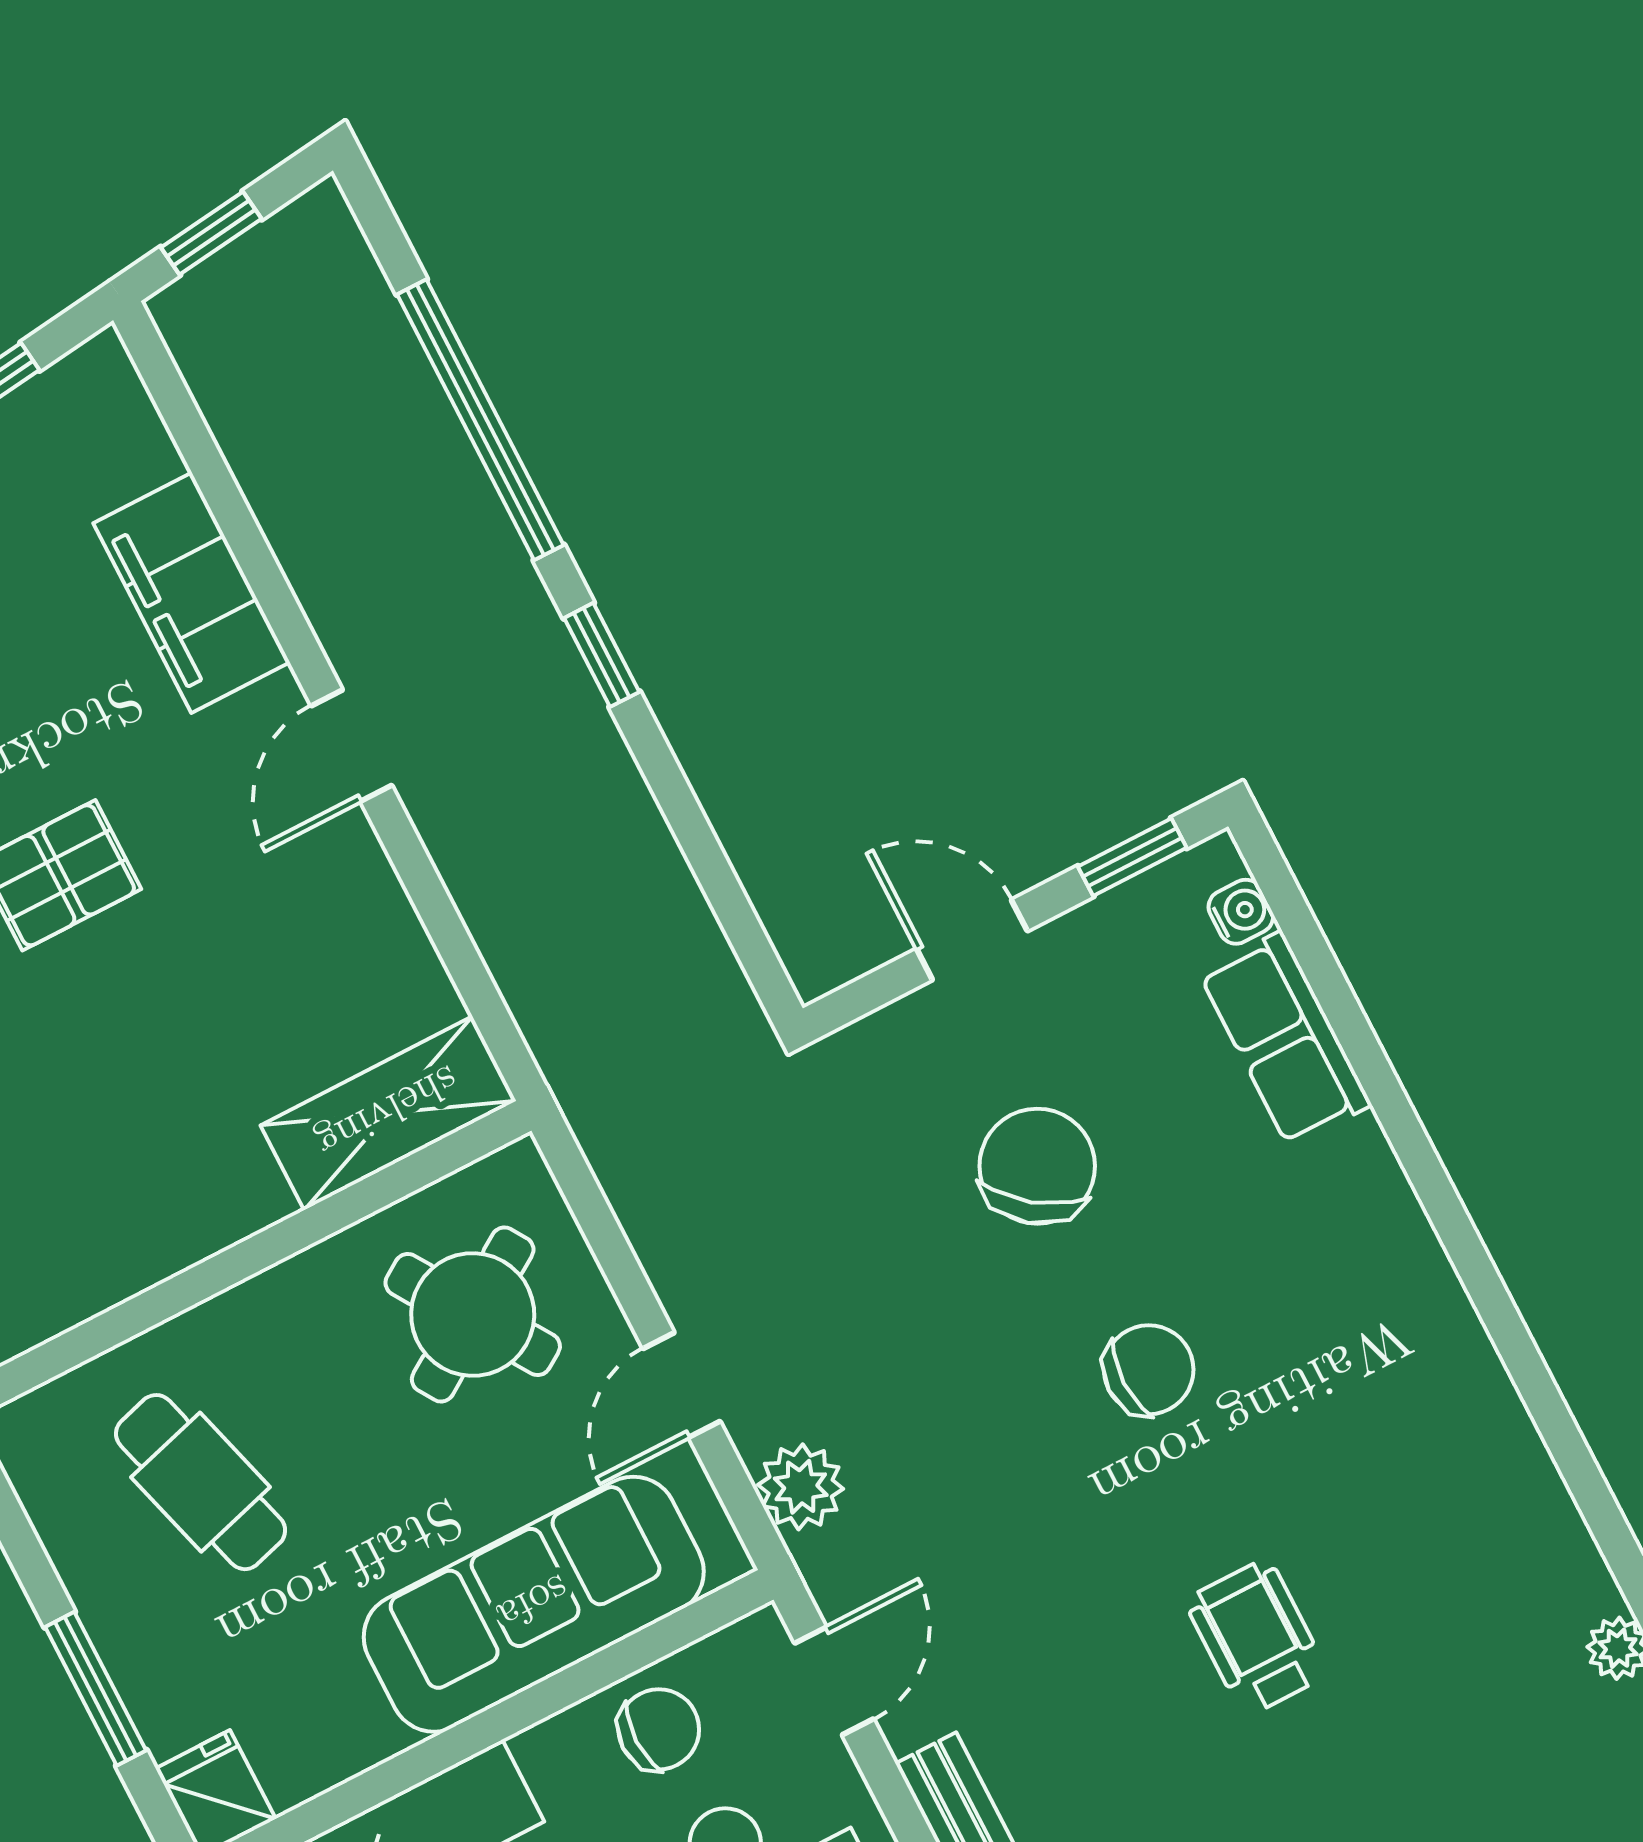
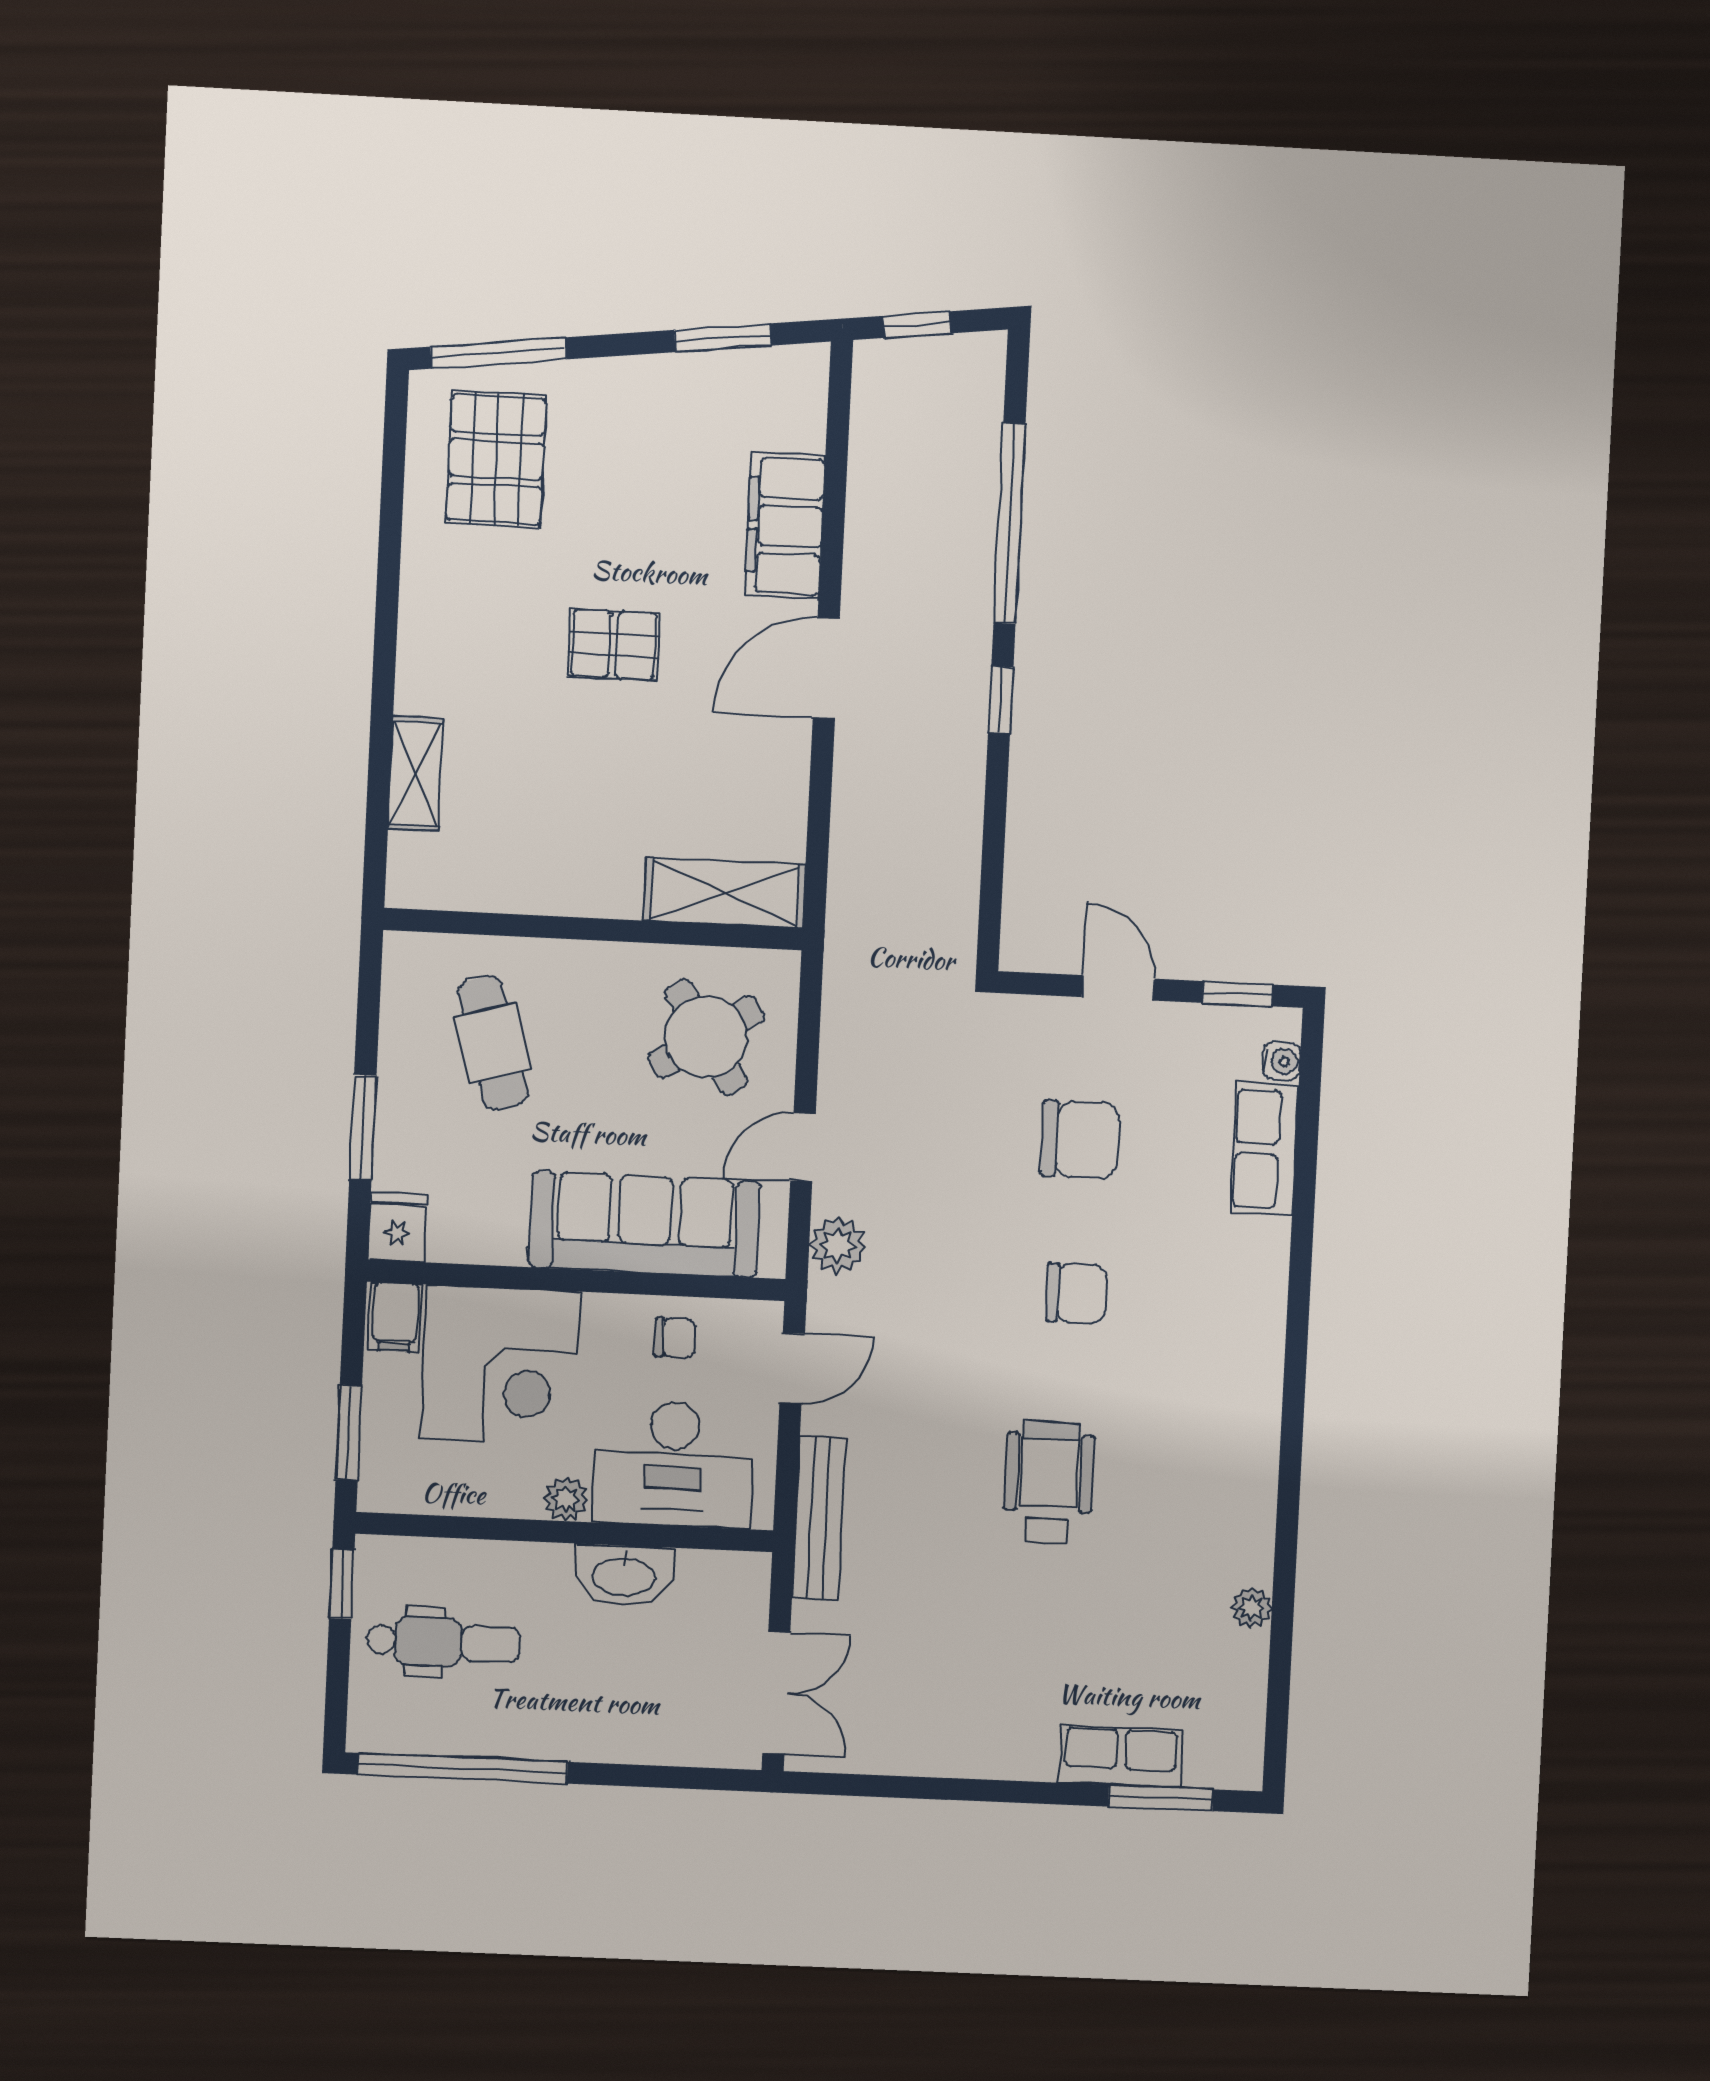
door: (351, 746) -> (826, 668), width x1.38
chair: (1037, 1166) -> (1080, 1140), turned 54
wheelchair: (1256, 1637) -> (1049, 1482), width x1.36, depth x1.37
chair: (659, 1729) -> (675, 1338), width x0.73, depth x0.73

